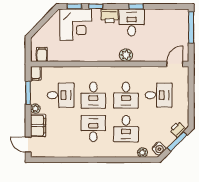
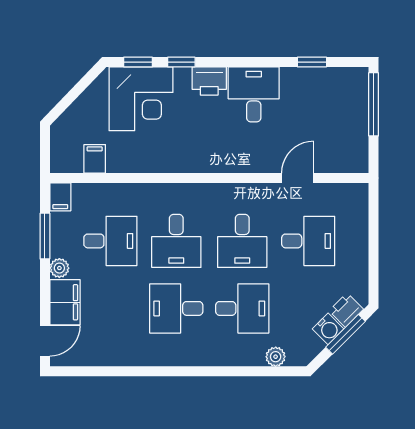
window: (136, 6) -> (312, 62), moved
filing cabinet: (42, 54) -> (95, 159), moved
plant: (126, 55) -> (242, 160), removed
door: (175, 64) -> (298, 178), moved
desk: (93, 129) -> (176, 308), turned -90
desk: (126, 129) -> (242, 308), turned -90
door: (28, 145) -> (45, 341), swing flipped
water cooler: (159, 149) -> (328, 329), moved

